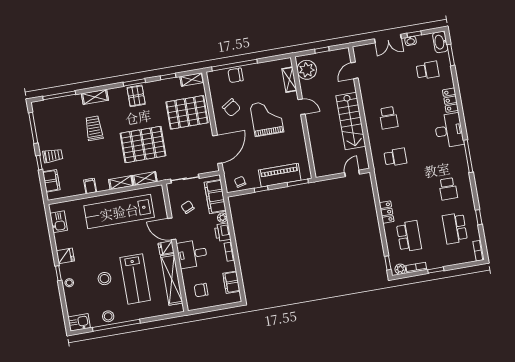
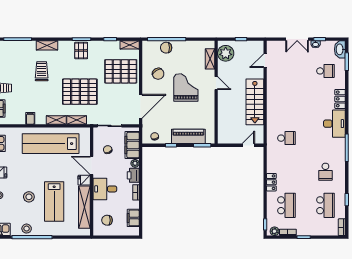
school desk: (389, 118) -> (286, 105), removed
school desk: (455, 228) -> (325, 205), turned 180

